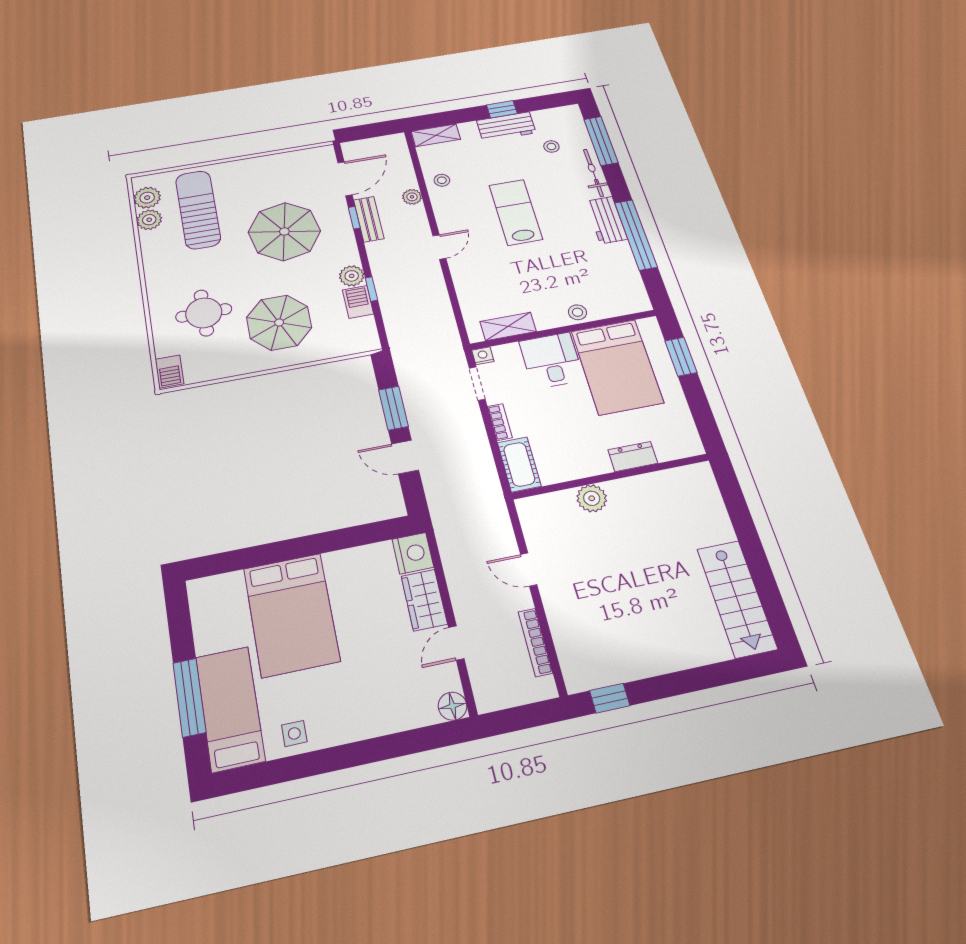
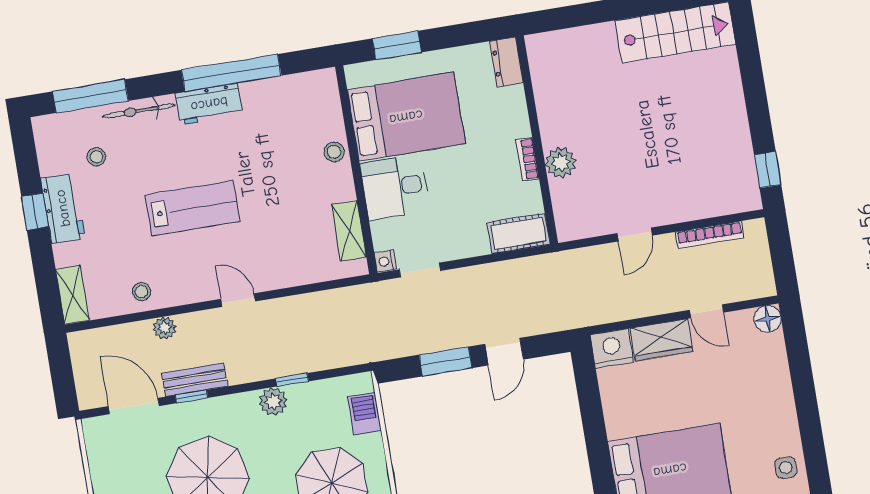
lab bench: (516, 212) -> (193, 208), turned 180
barbecue: (358, 302) -> (365, 414), moved, turned 90
bookcase: (500, 422) -> (527, 159), moved, turned -90
dresser: (633, 456) -> (507, 62), moved

